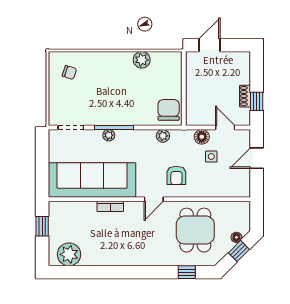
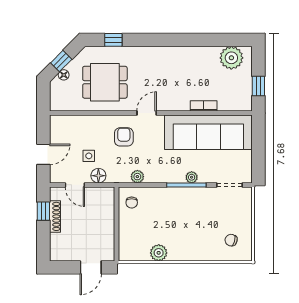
shoe rack: (245, 96) -> (55, 216), width x1.43
chair: (169, 110) -> (132, 203), width x0.54, depth x0.54
bookcase: (110, 206) -> (204, 106), moved
dining table: (195, 230) -> (105, 82), turned 90

